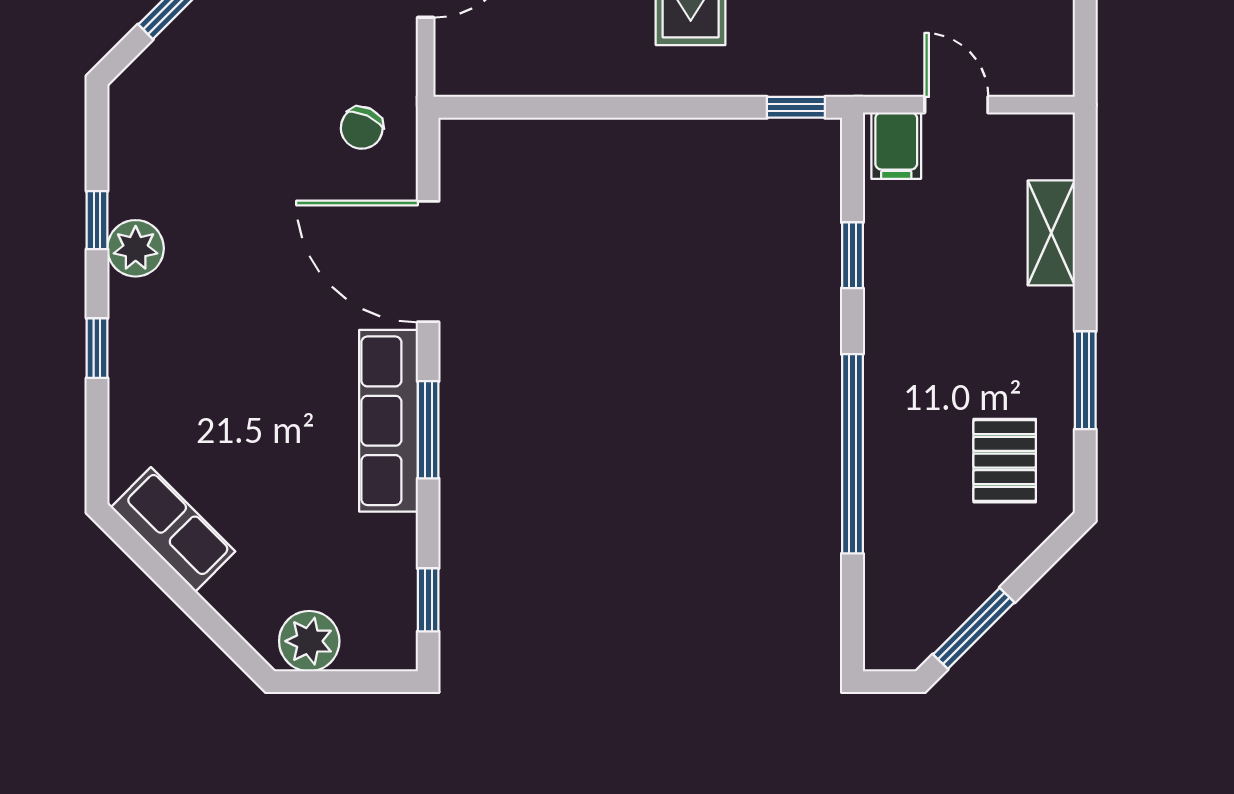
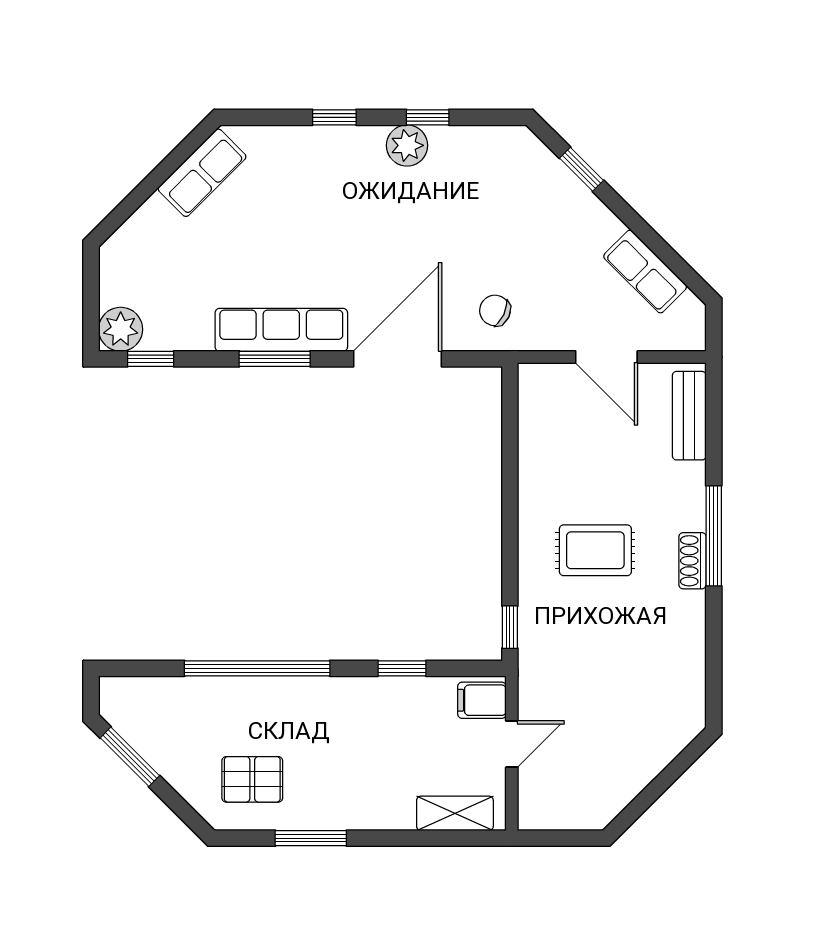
shelving: (1051, 233) -> (455, 813), moved
plant: (309, 641) -> (121, 329), moved

